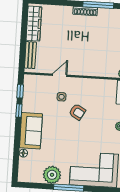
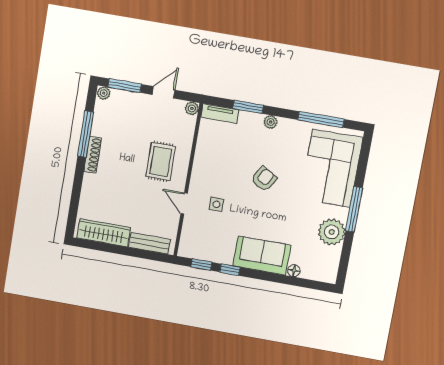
rug: (86, 57) -> (161, 161), added
armchair: (77, 112) -> (264, 179), moved

